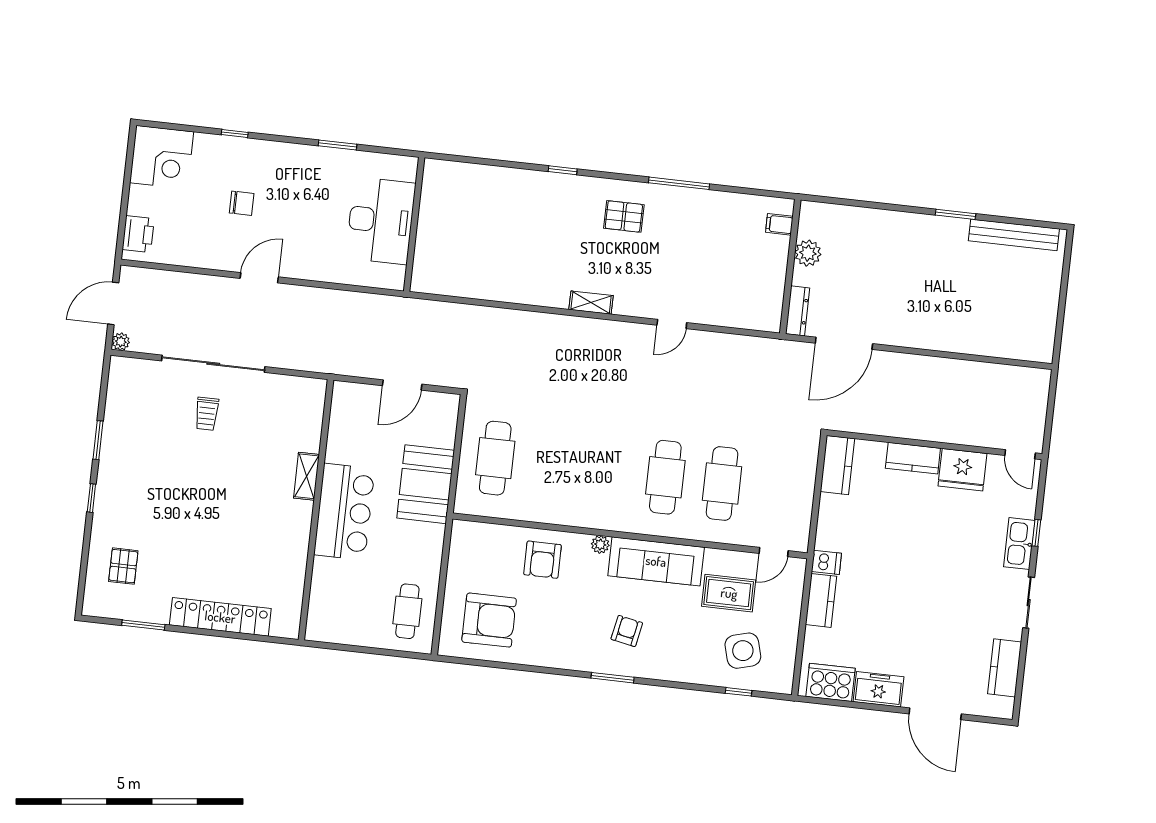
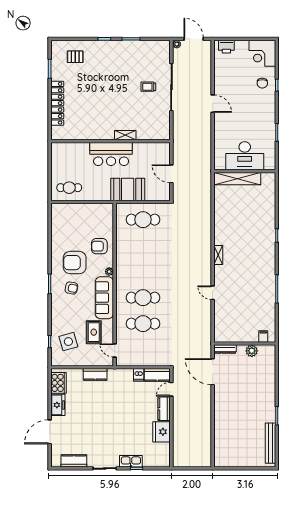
chair: (242, 203) -> (262, 83), moved
pallet: (624, 216) -> (259, 266), removed
shelving: (429, 242) -> (237, 179), added
door: (1020, 454) -> (171, 389), moved
dishwasher: (826, 562) -> (139, 375), moved
armchair: (489, 620) -> (75, 263), moved, turned 90

